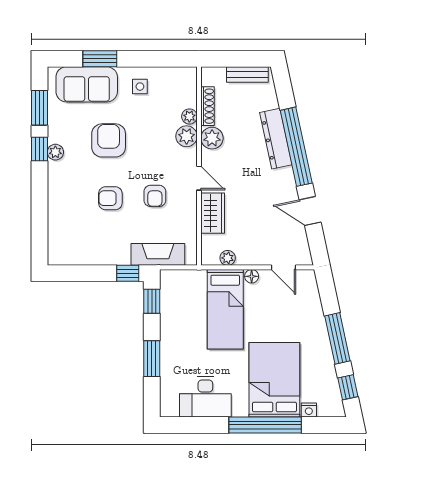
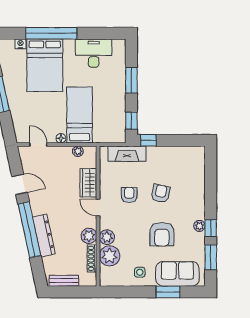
plant: (189, 116) -> (110, 256), width x1.88, depth x1.88
armchair: (110, 198) -> (161, 193), turned -78

